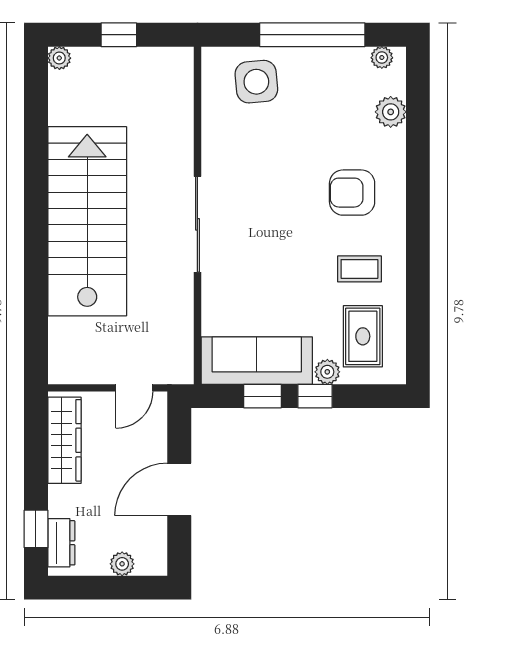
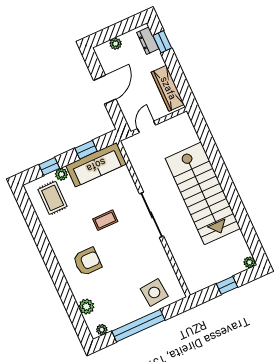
coffee table: (359, 269) -> (105, 220), moved
window: (315, 396) -> (49, 166), moved

